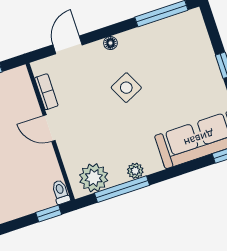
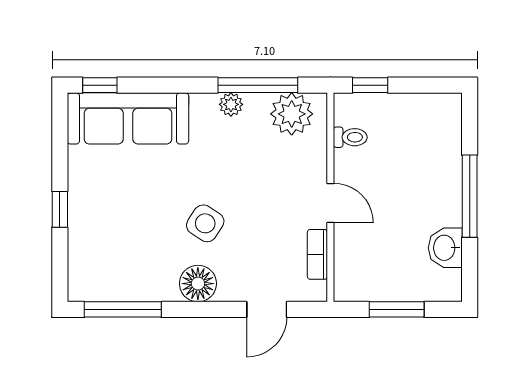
floor lamp: (110, 43) -> (198, 284), width x1.89, depth x1.89
side table: (126, 88) -> (205, 223), turned -31
toilet: (61, 192) -> (350, 137), moved, turned -90

